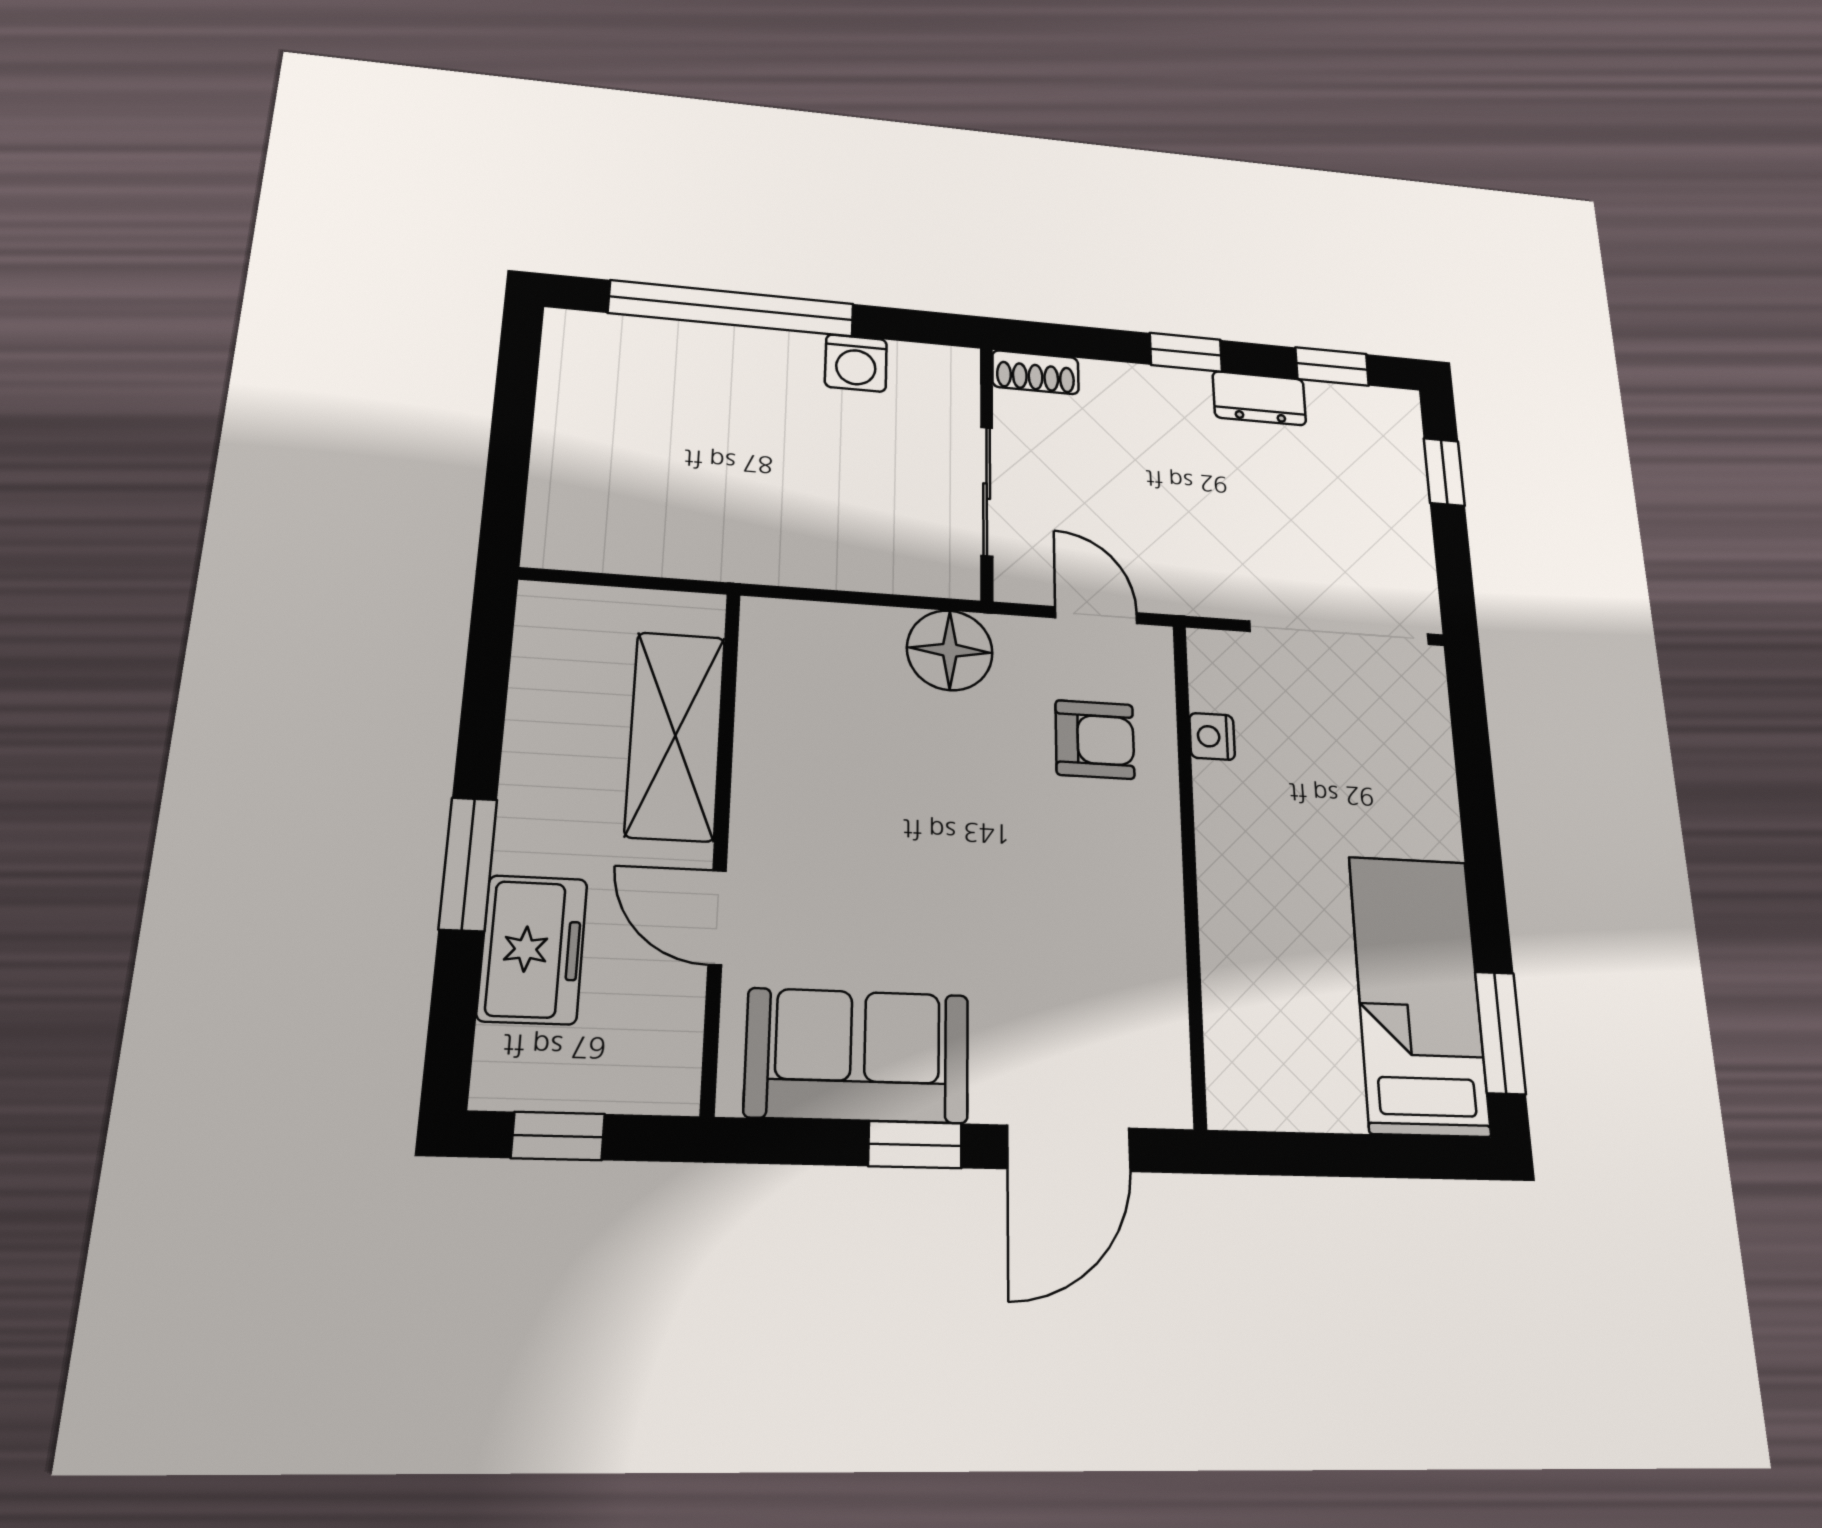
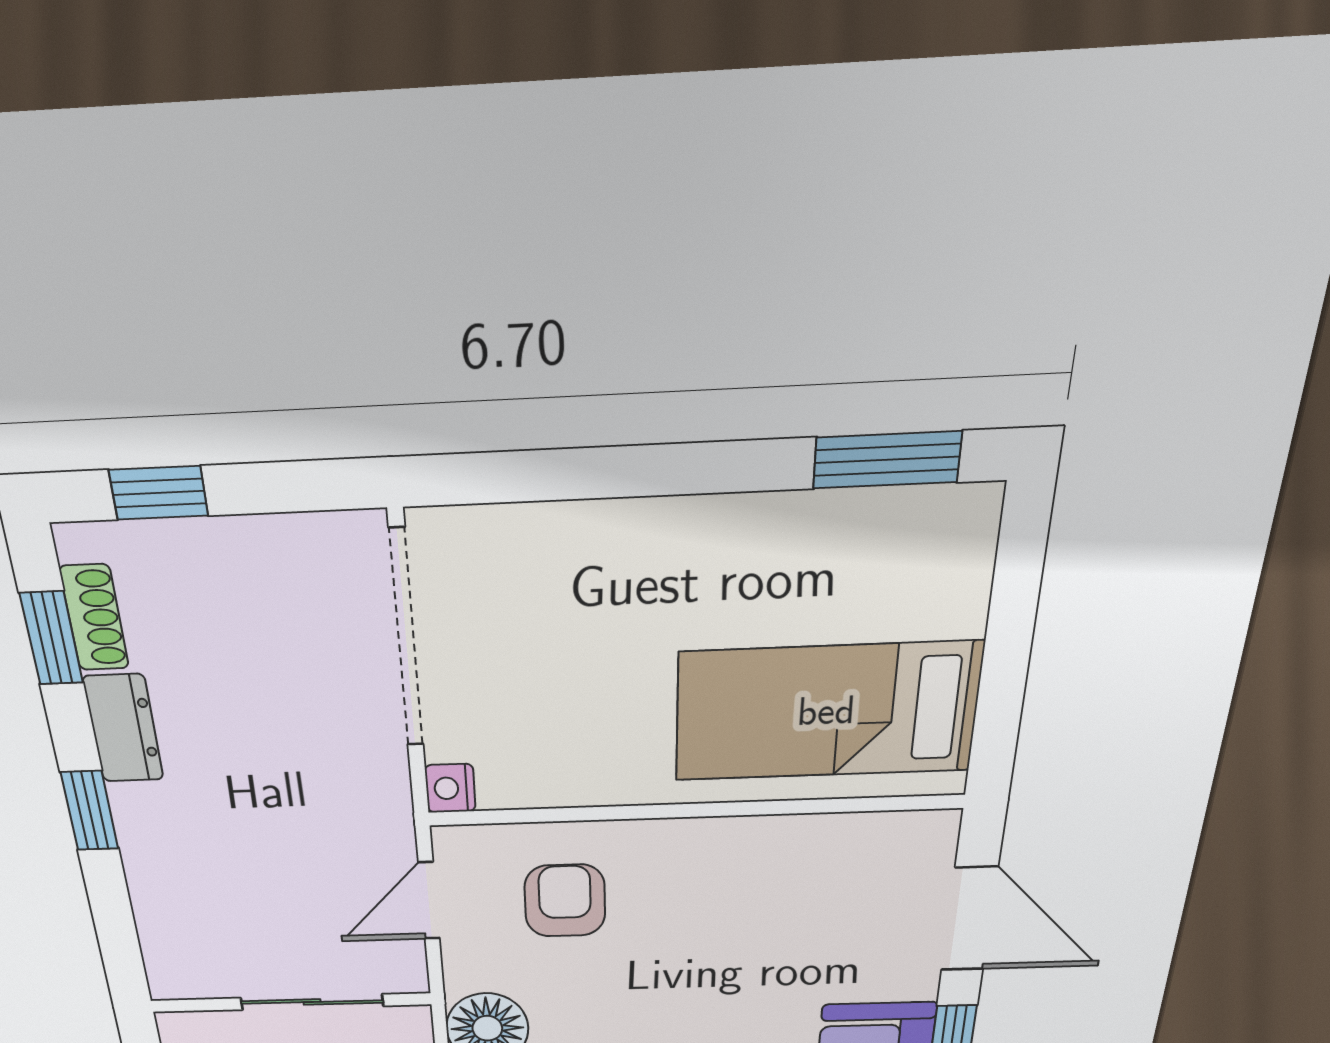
shoe rack: (1035, 372) -> (94, 618), moved
nightstand: (1212, 736) -> (450, 788), moved, turned 90
bed: (1419, 994) -> (826, 712), moved

